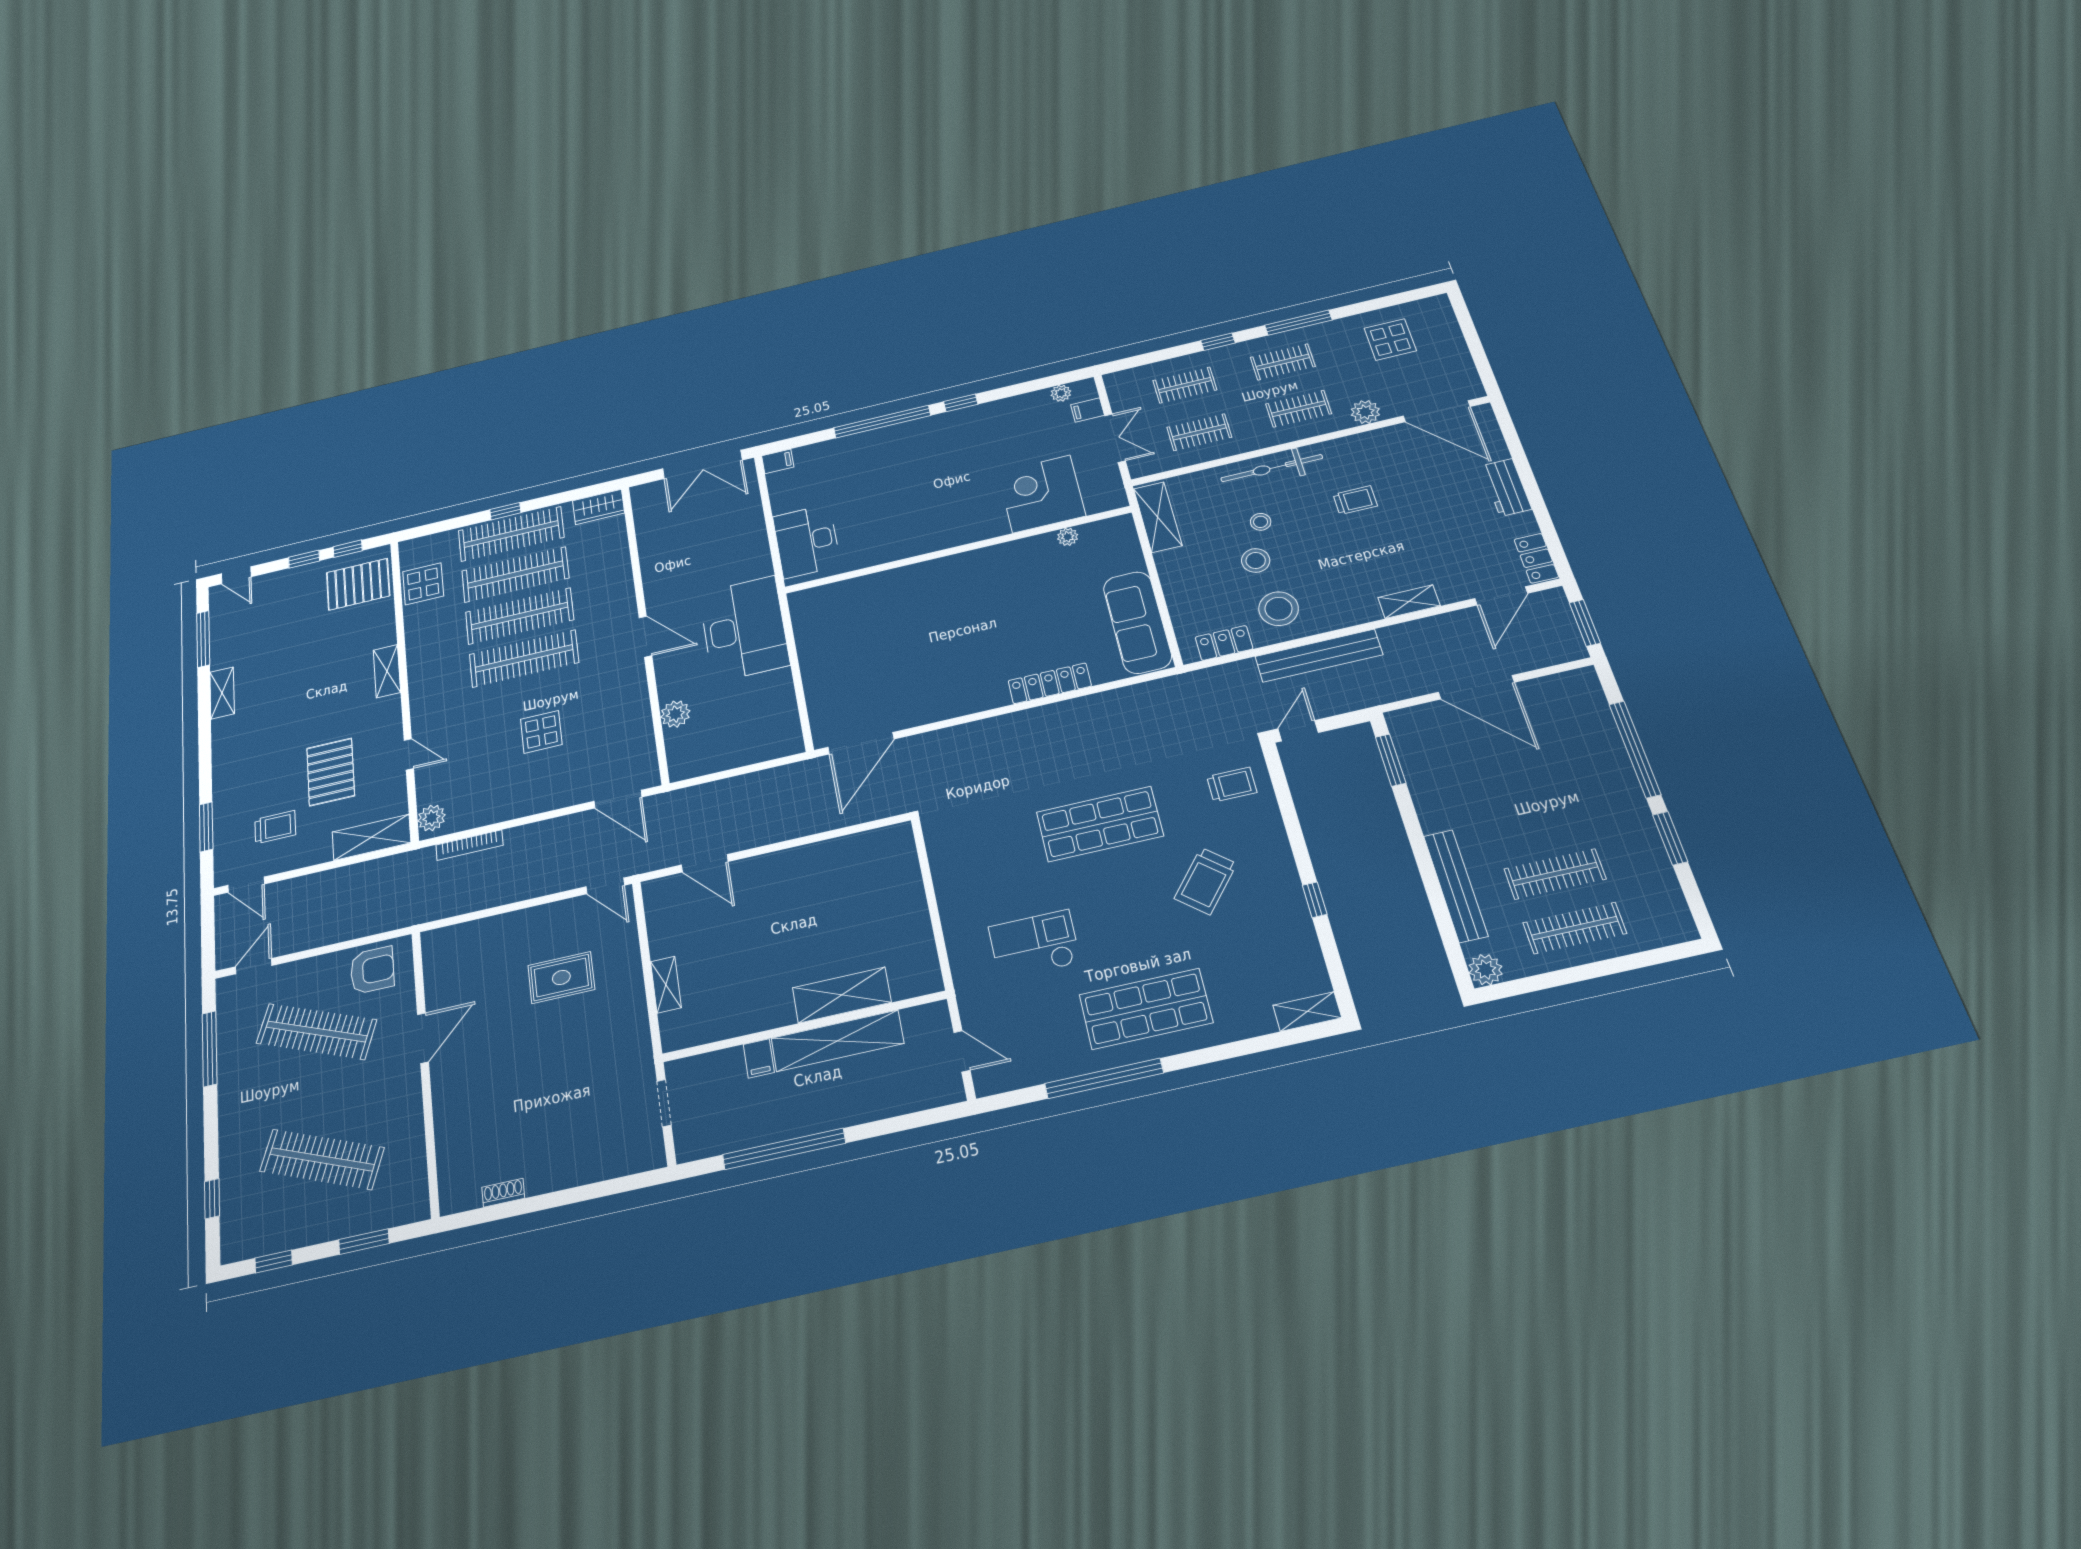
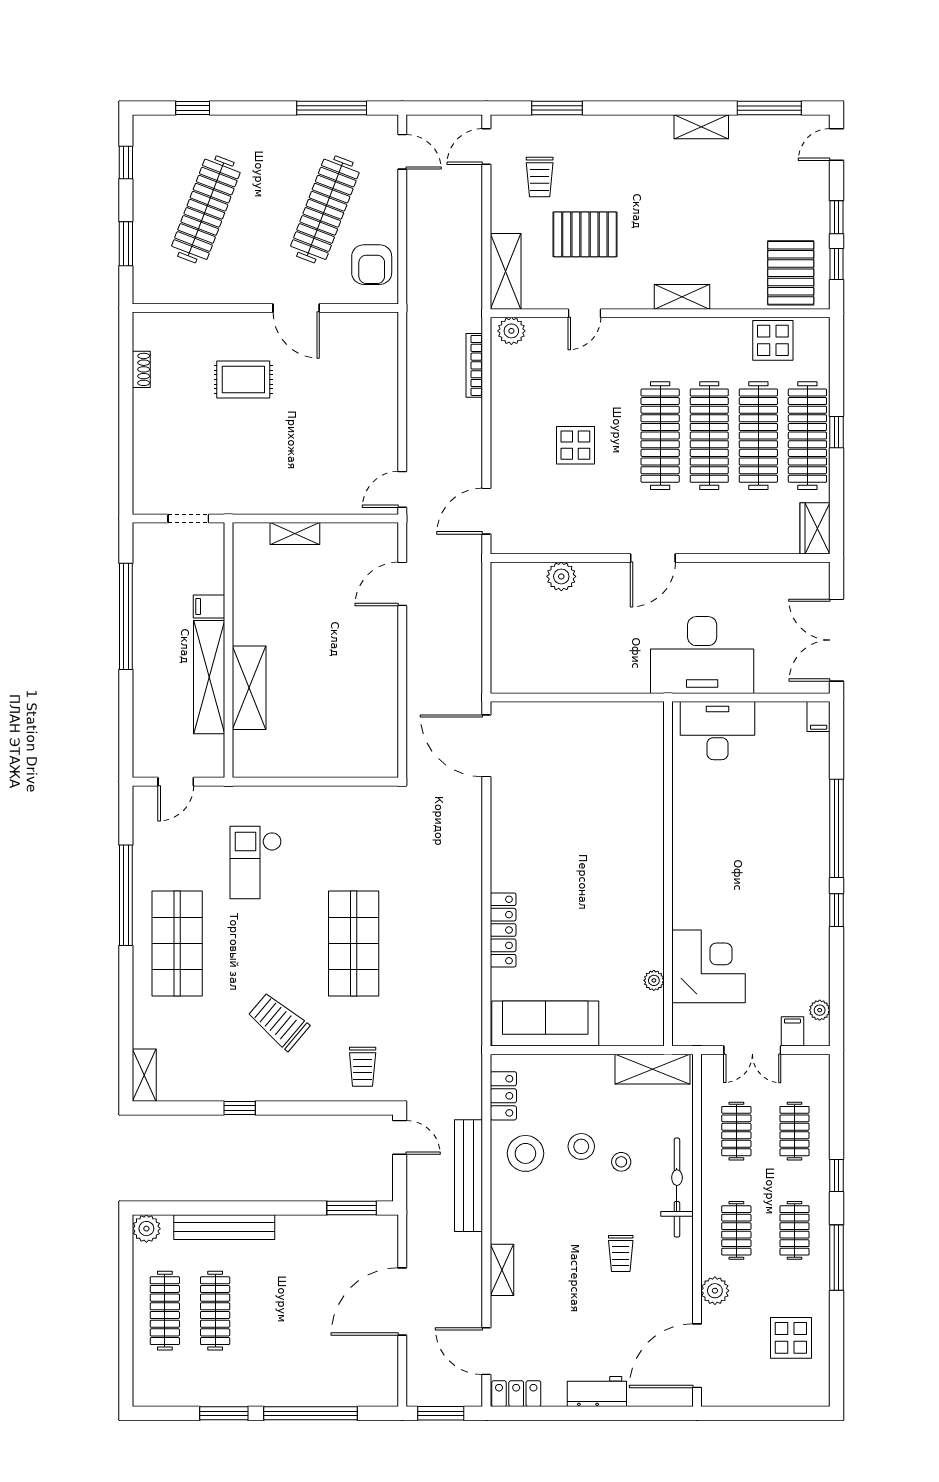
desk: (744, 629) -> (702, 655), moved
checkout: (1034, 945) -> (256, 863), turned 180
rug: (561, 977) -> (243, 379), moved, turned 90

